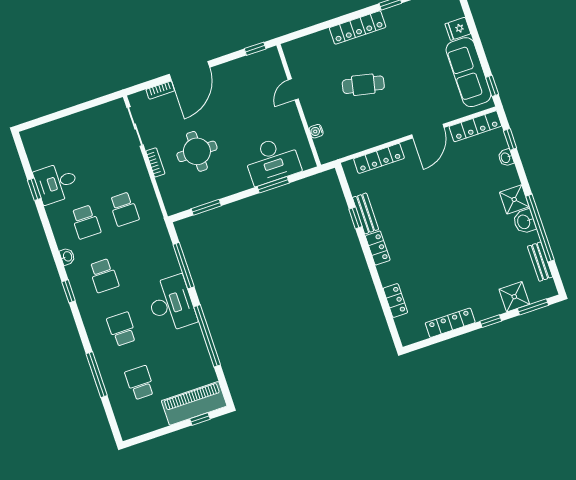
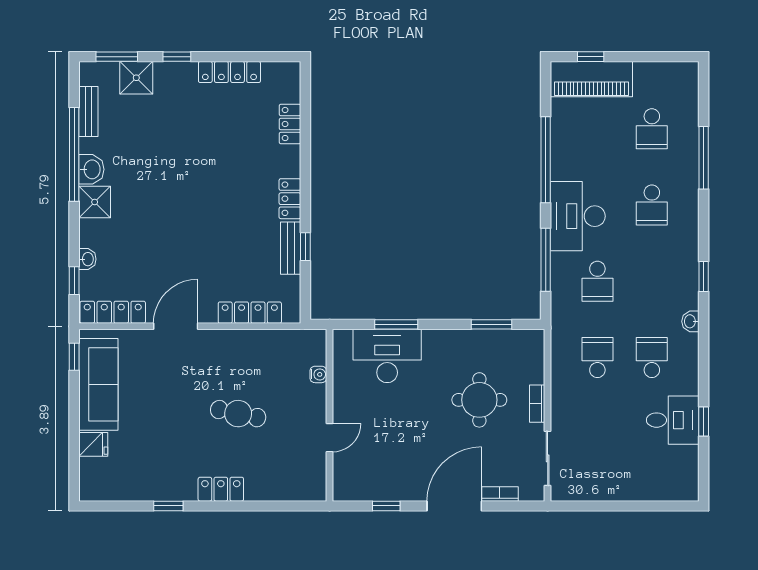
locker: (358, 27) -> (221, 489), width x0.66
window: (255, 49) -> (386, 506), moved
school desk: (104, 276) -> (597, 281), moved, turned 180

